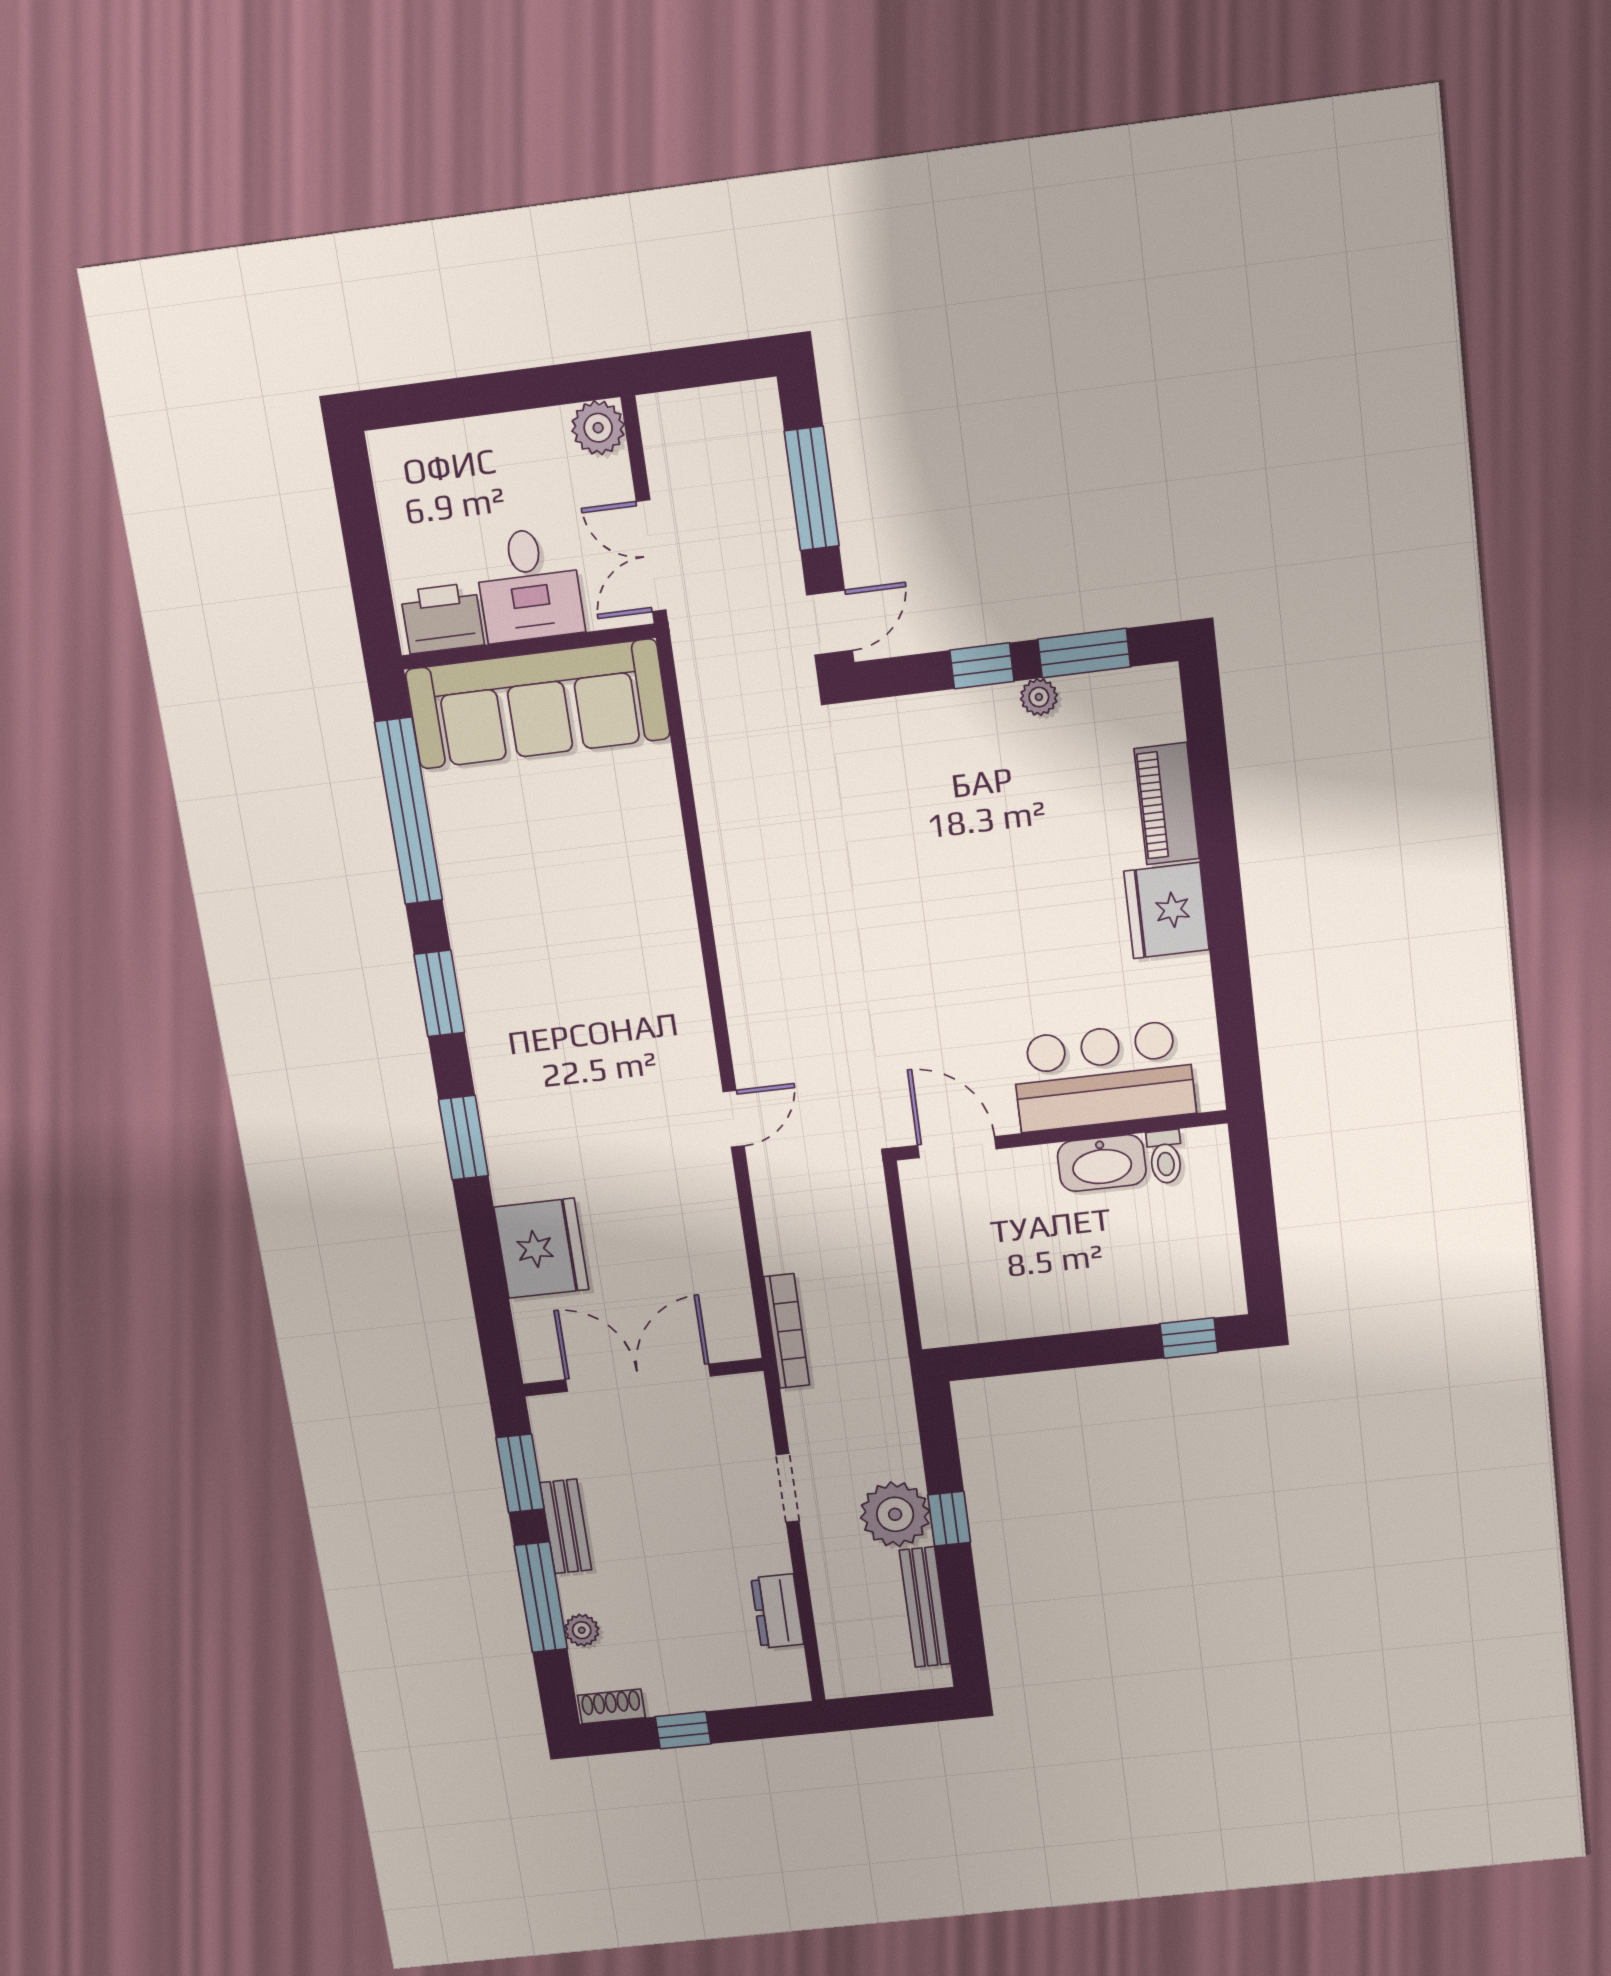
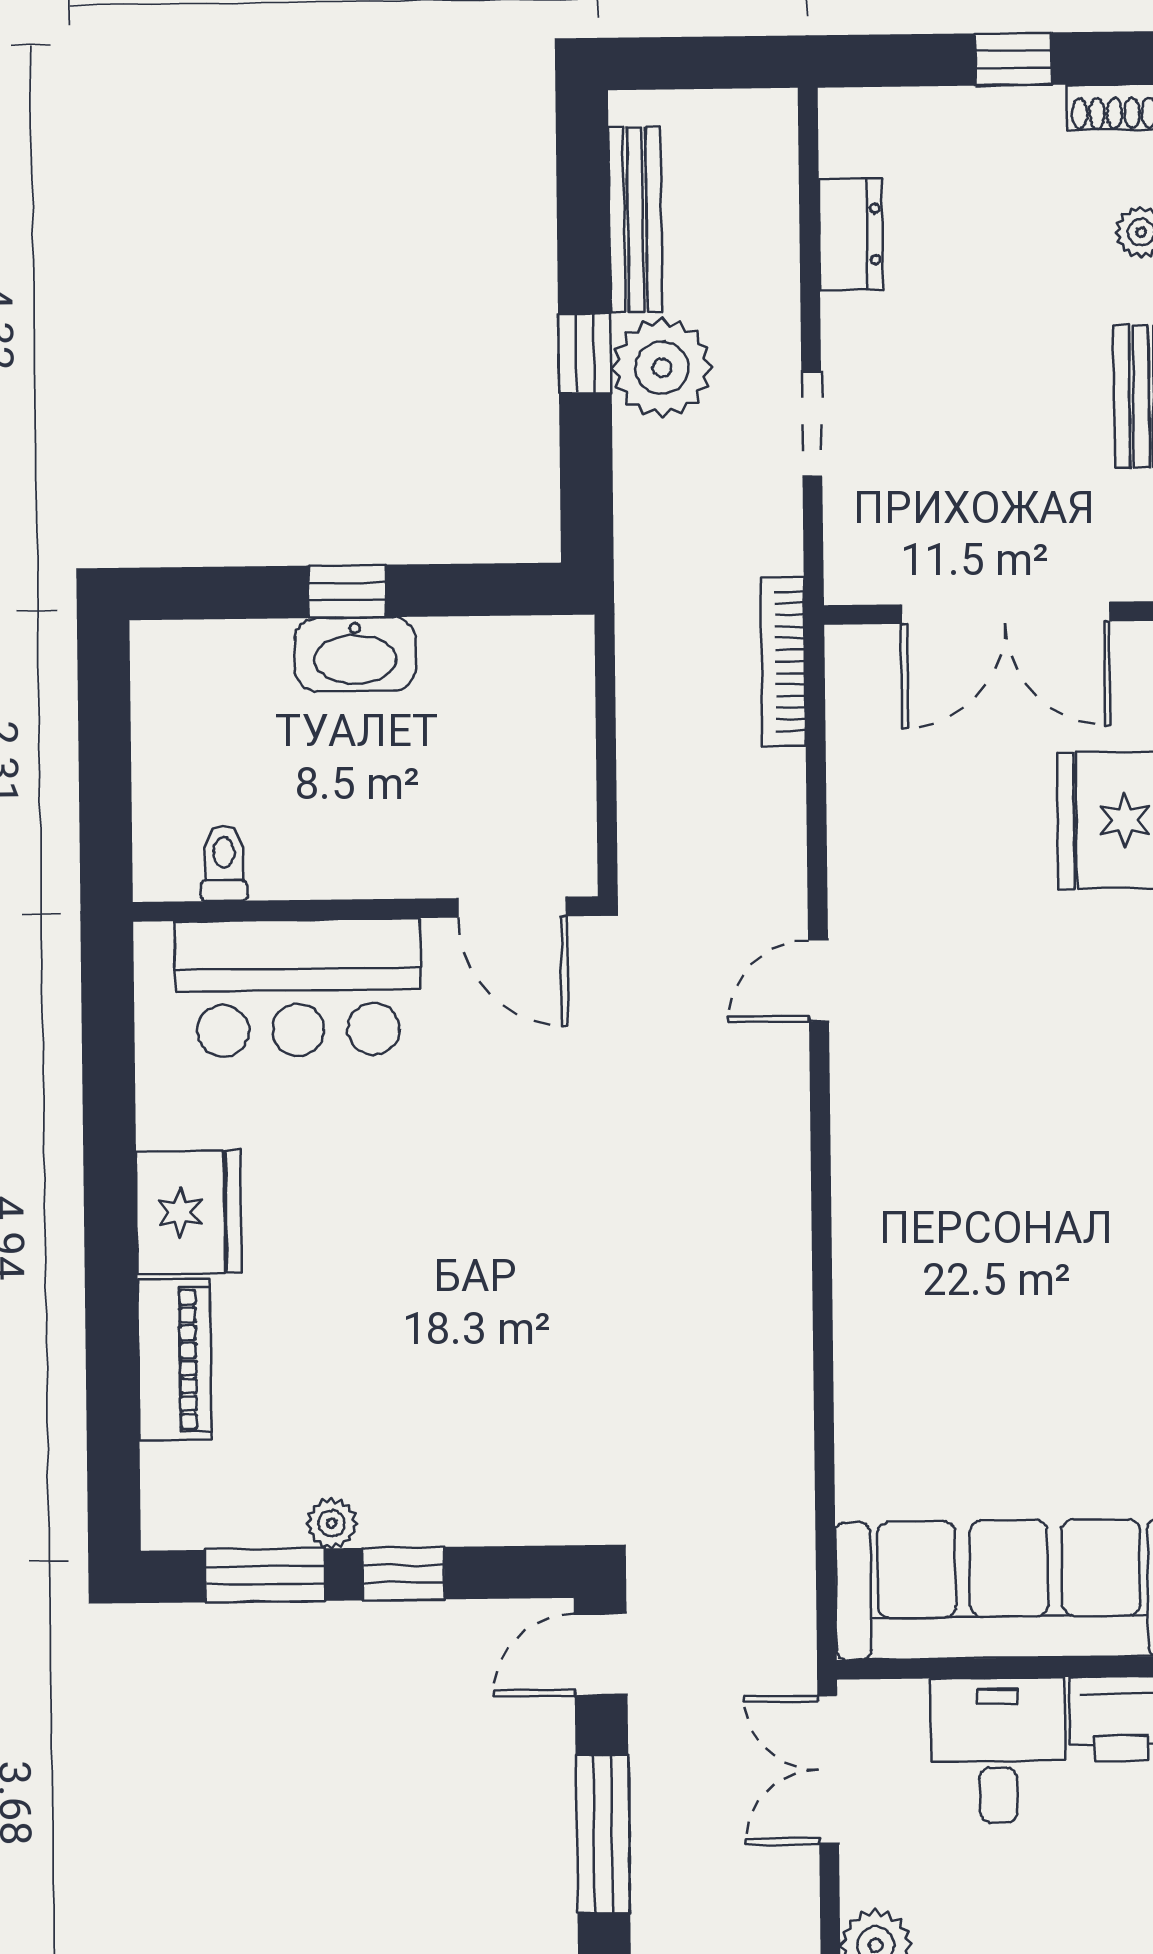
double door: (651, 556) -> (828, 1770), swing flipped
washbasin: (1102, 1163) -> (355, 654), moved, turned 180
window: (1189, 1338) -> (347, 591), moved

